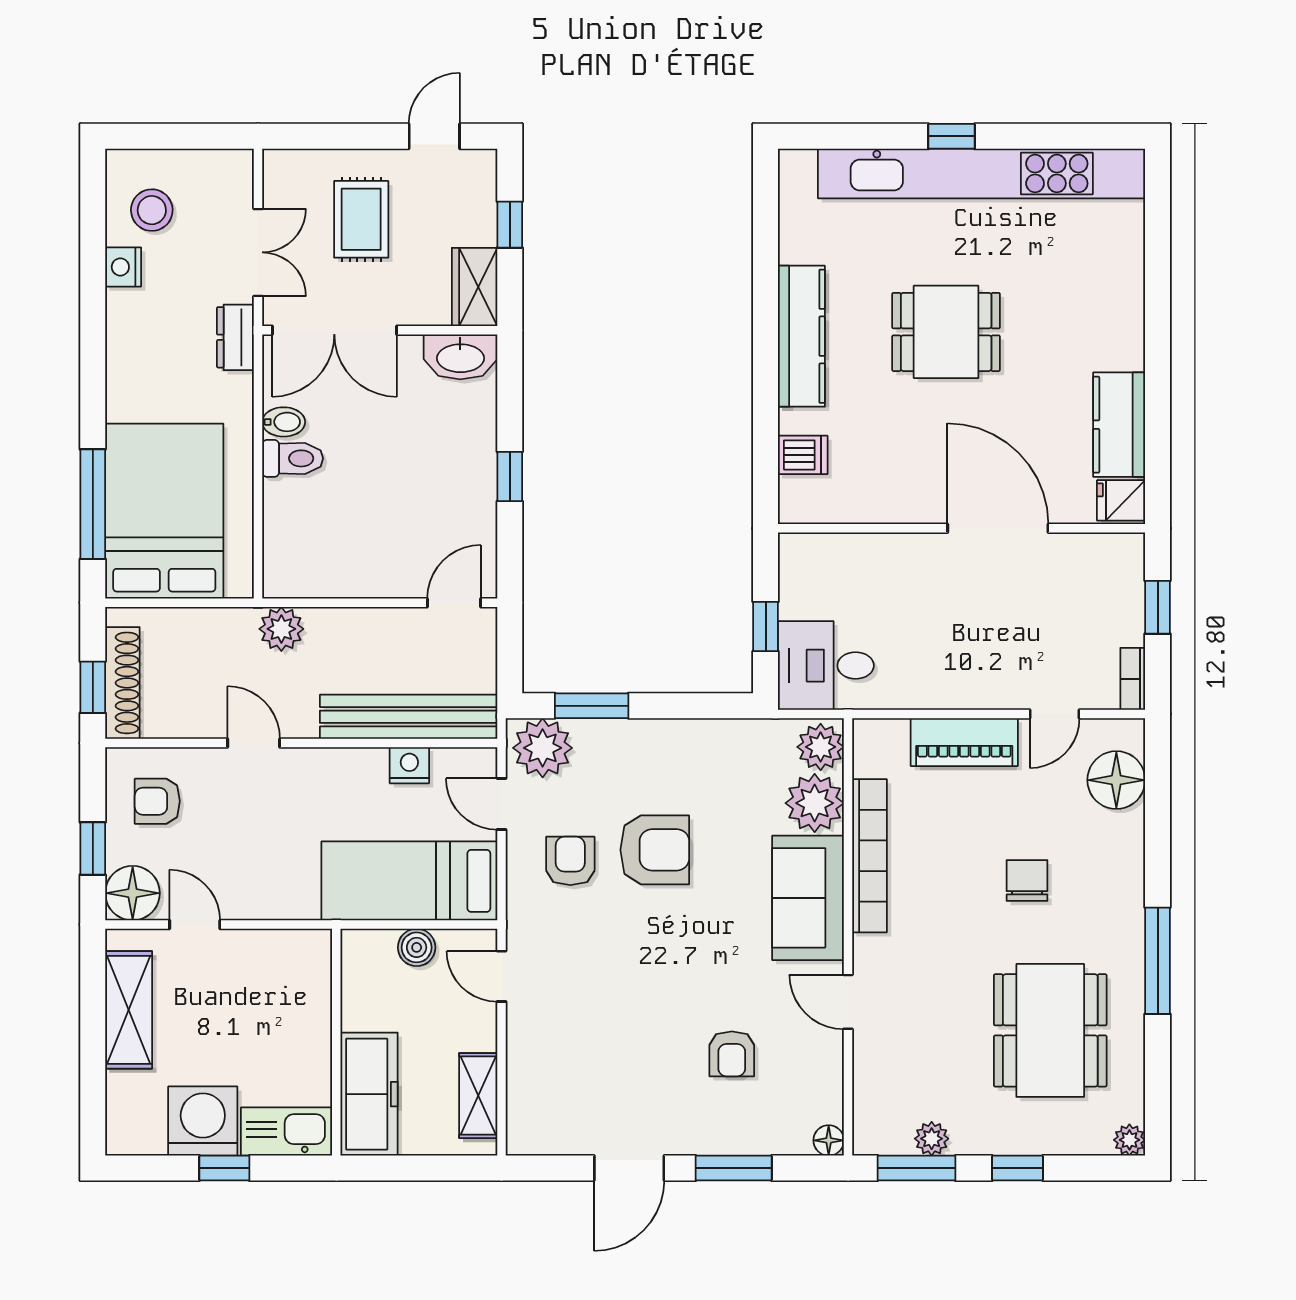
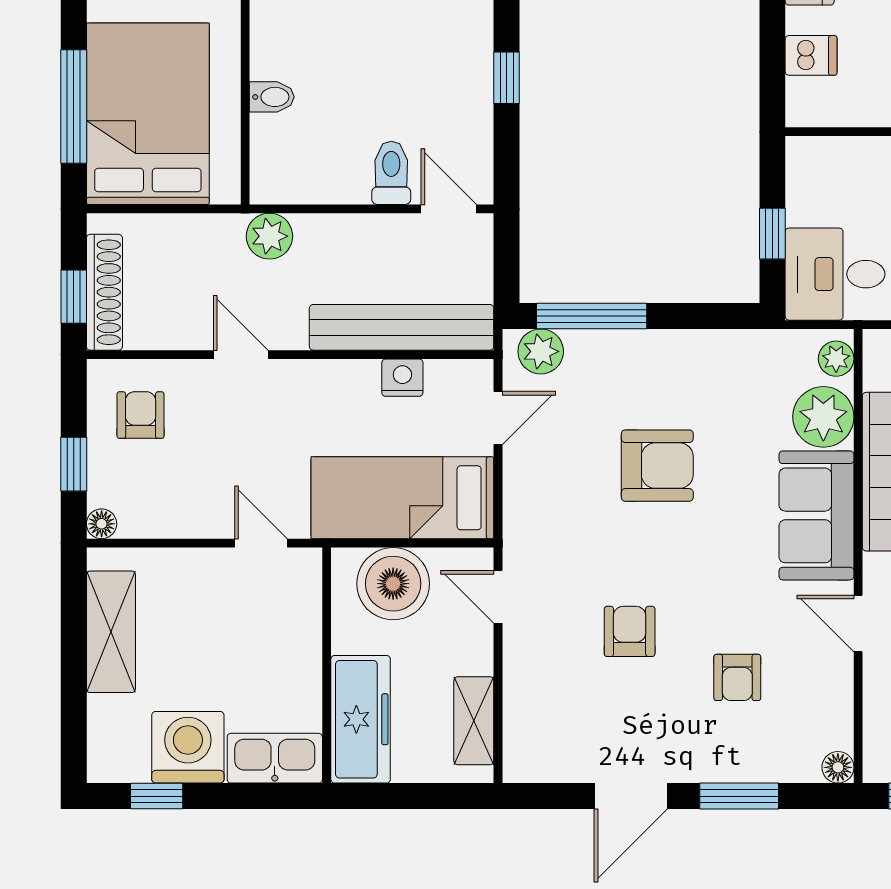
bidet: (284, 422) -> (272, 97), moved
toilet: (293, 458) -> (391, 173), moved, turned -90
door: (454, 603) -> (449, 209), hinge flipped
window: (592, 706) -> (592, 316), width x1.44
plant: (821, 747) -> (836, 359), width x0.73, depth x0.73
plant: (543, 748) -> (541, 351), width x0.73, depth x0.73
armchair: (157, 801) -> (141, 415), turned 90
door: (501, 804) -> (498, 418), swing flipped
armchair: (570, 861) -> (630, 631), moved
floor lamp: (133, 893) -> (102, 524), width x0.53, depth x0.53
door: (195, 925) -> (261, 543), moved
boiler: (417, 947) -> (393, 584), width x1.86, depth x1.86
window: (224, 1168) -> (157, 796), moved

